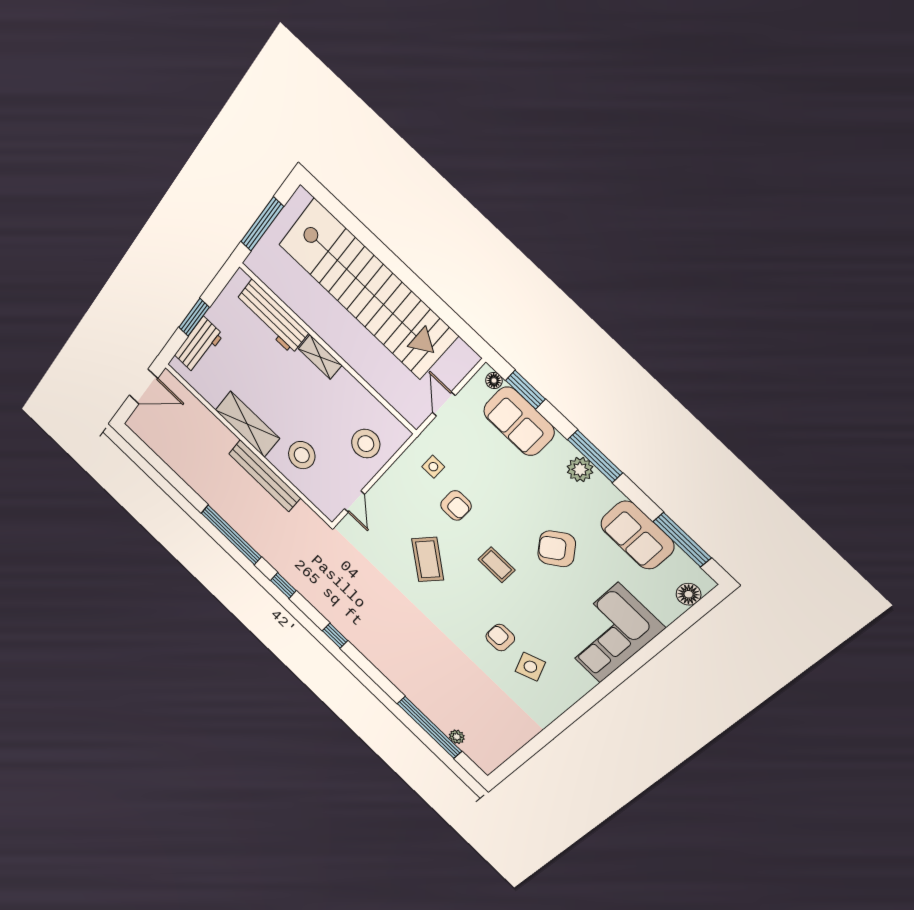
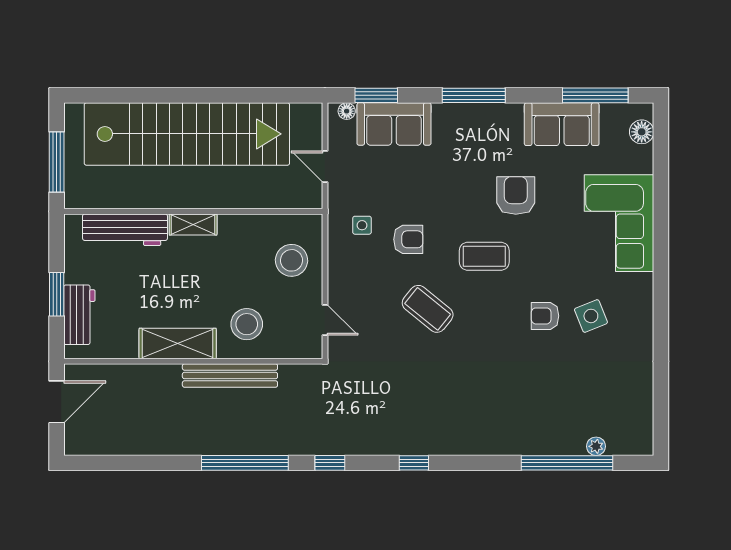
plant: (580, 470) -> (473, 116), removed
armchair: (557, 549) -> (516, 195), turned 127
coffee table: (497, 565) -> (484, 256), width x1.36, depth x1.30

